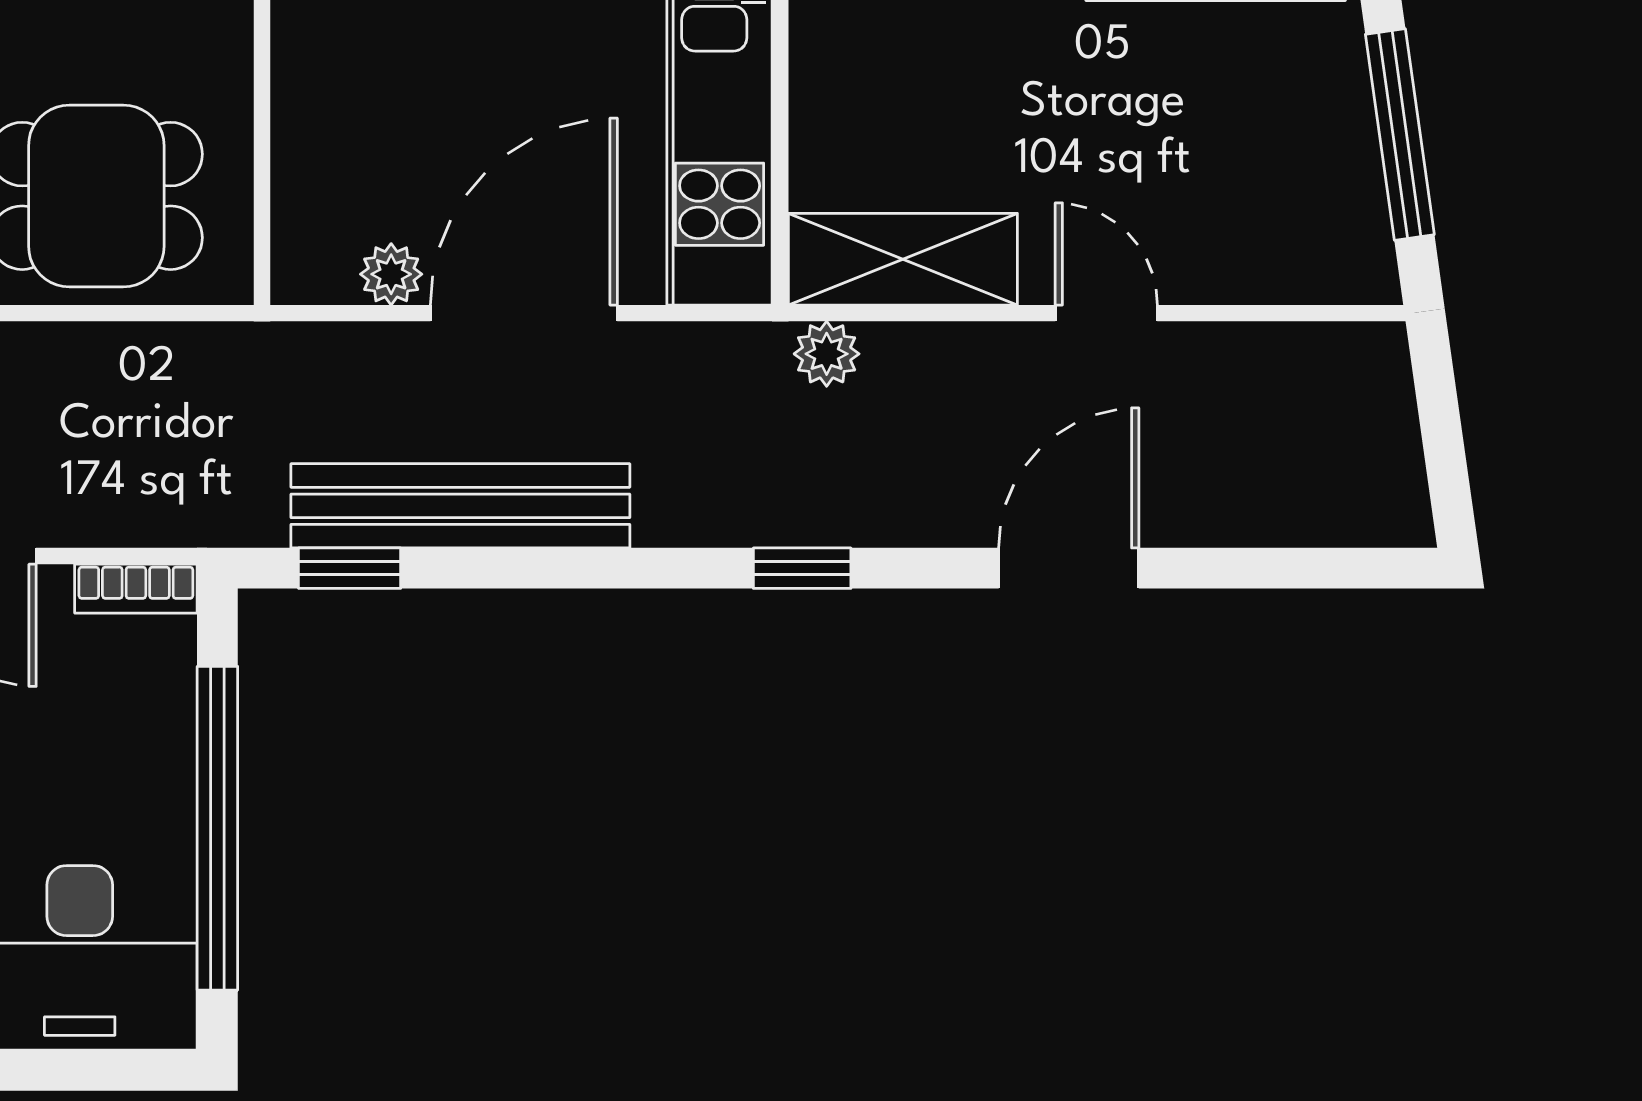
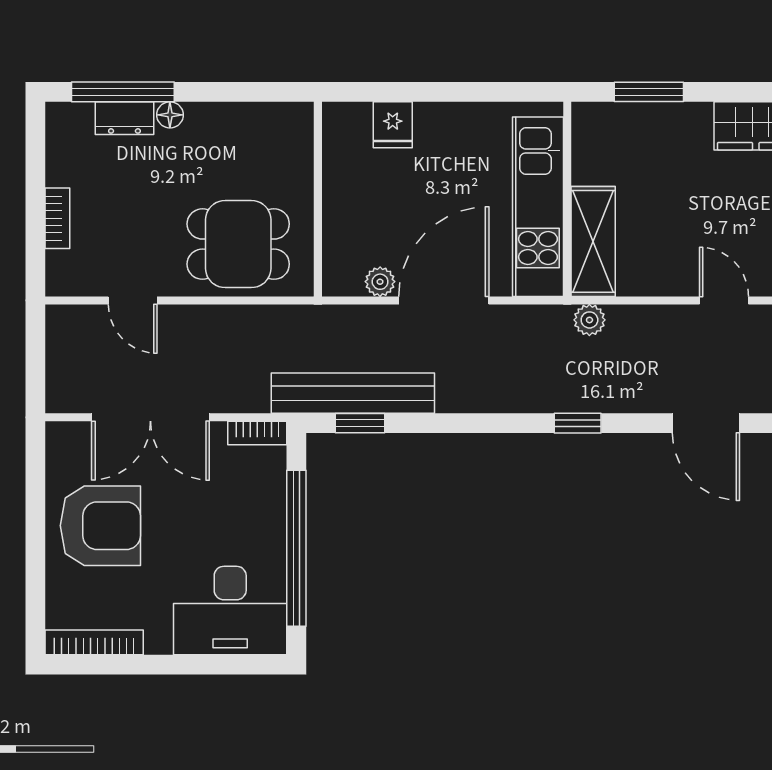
shelving: (903, 259) -> (593, 241), moved, turned 90
bench: (460, 506) -> (353, 393), moved
door: (1069, 568) -> (706, 423), swing flipped

